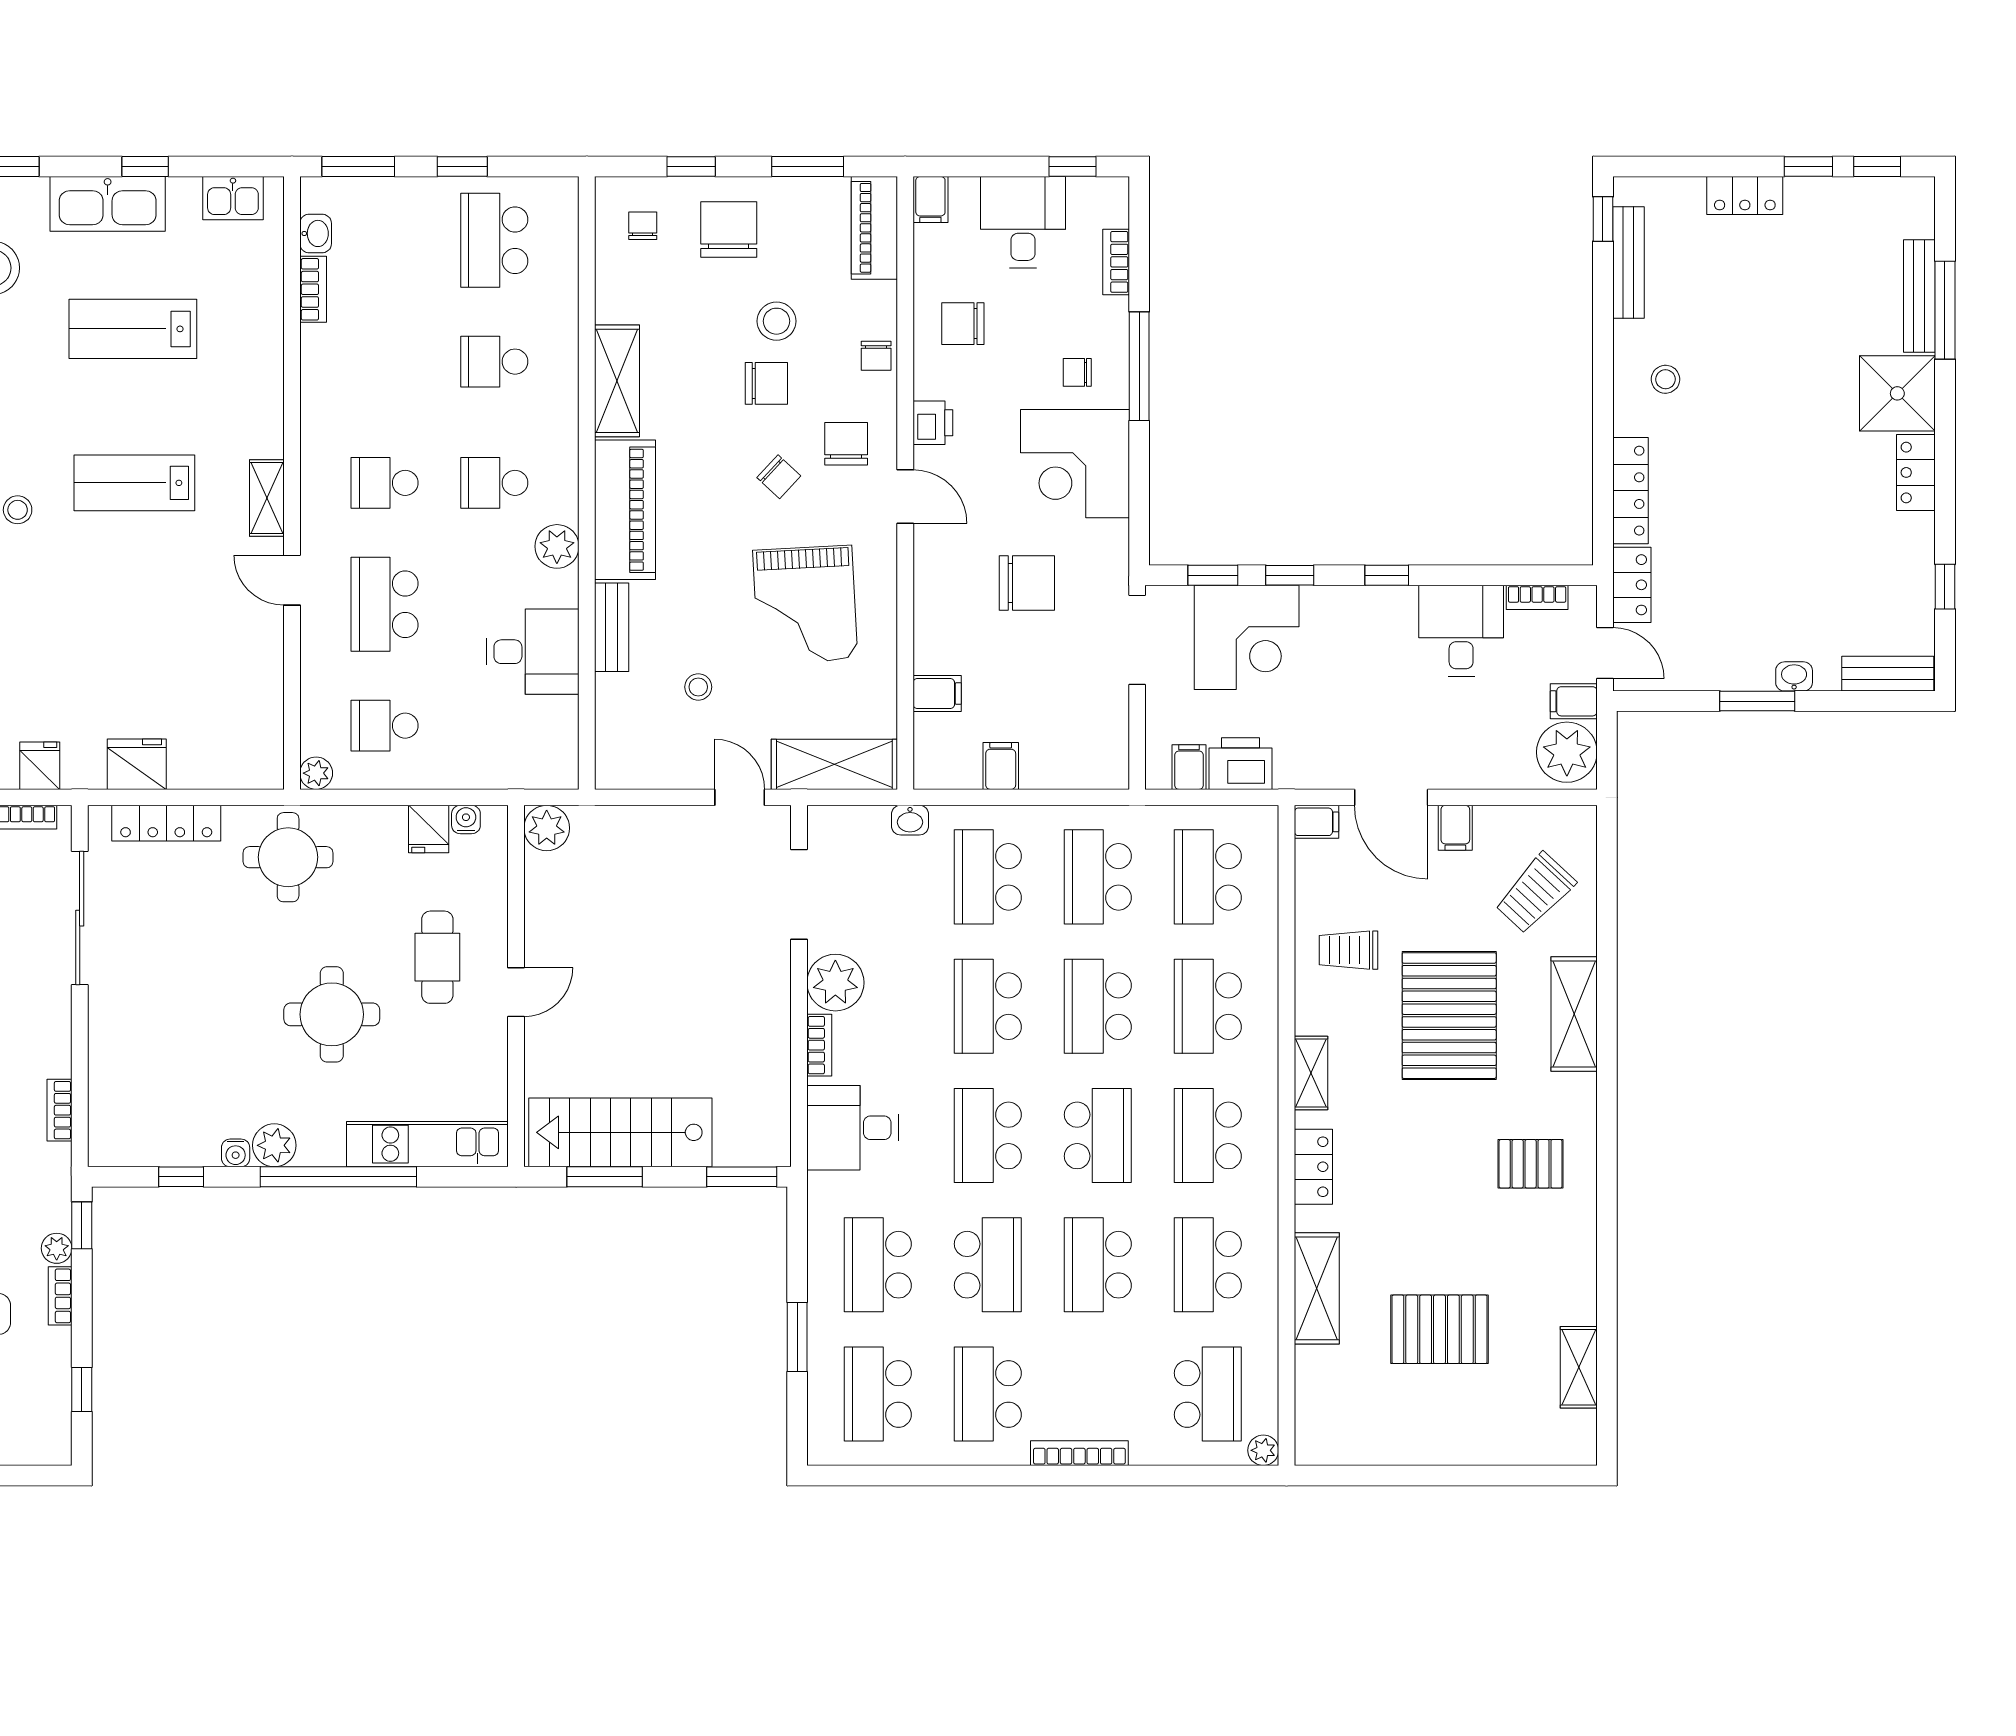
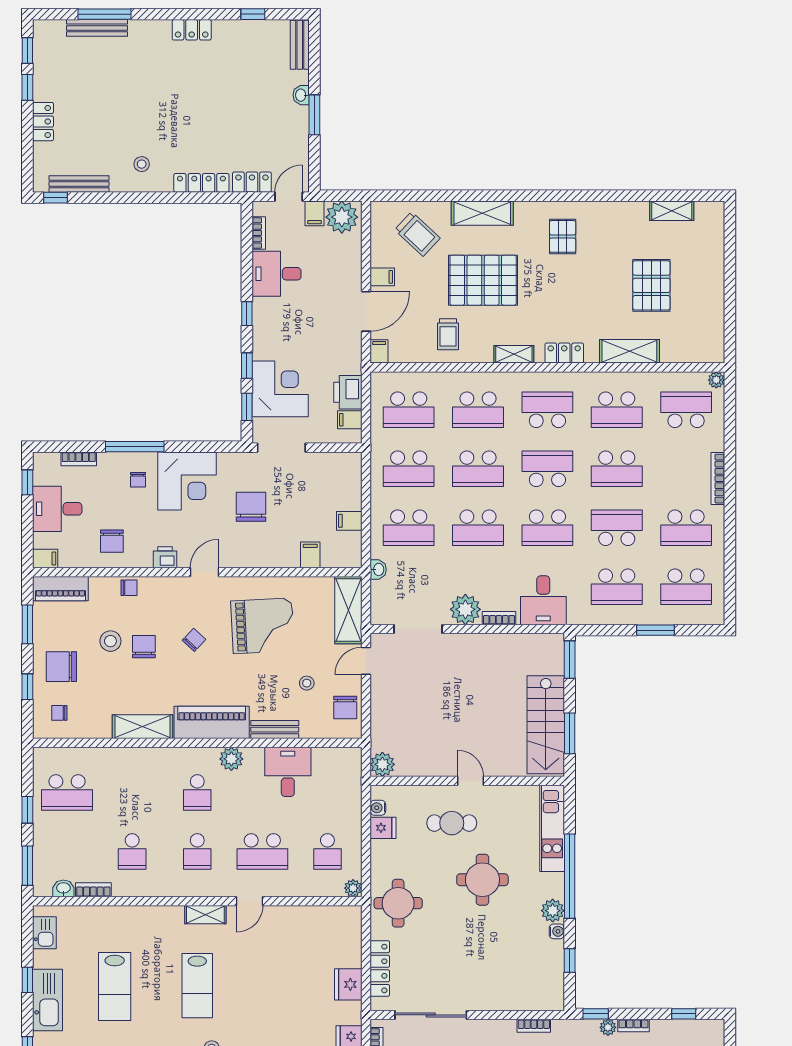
school desk: (494, 362) -> (132, 851), moved
shower: (1897, 393) -> (149, 40), removed
chair: (846, 444) -> (345, 708), moved, turned -90
school desk: (1208, 1135) -> (547, 410), turned 180

